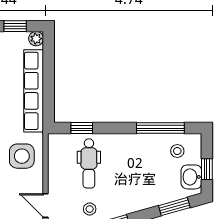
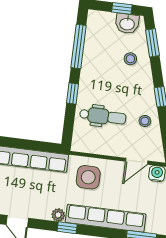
window: (82, 128) -> (73, 94), moved
stool: (177, 151) -> (130, 59), moved

